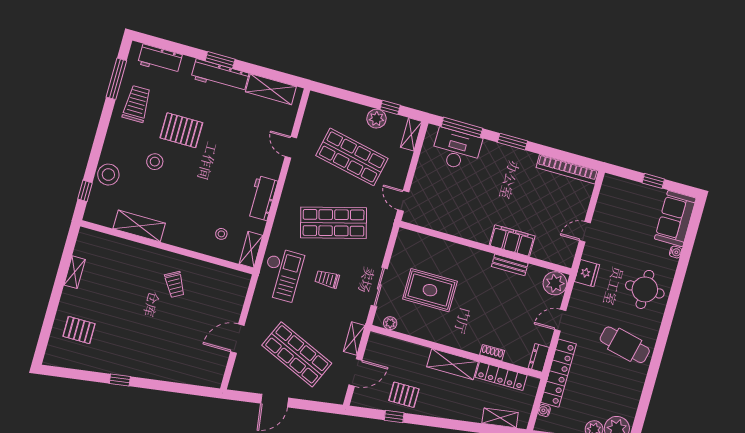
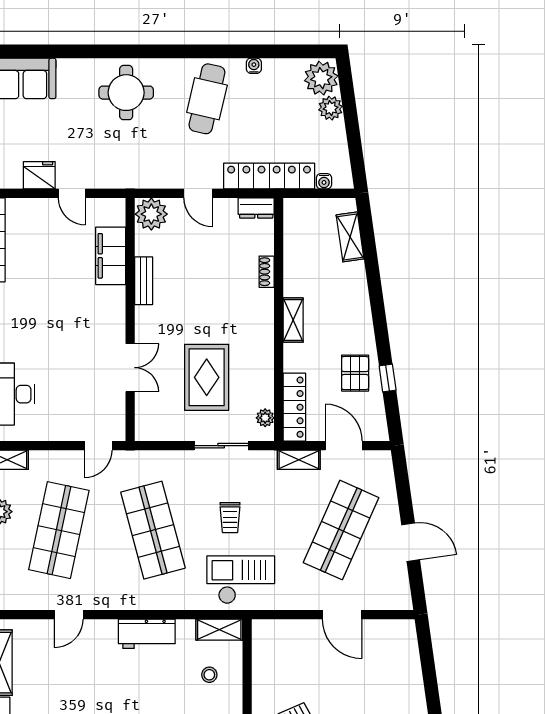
double door: (452, 238) -> (130, 368), added
filing cabinet: (512, 241) -> (111, 256), moved
water cooler: (675, 252) -> (254, 66), moved
fridge: (587, 273) -> (39, 175), moved
shelving: (452, 364) -> (293, 320), width x0.67, depth x0.75
locker: (501, 376) -> (294, 407), moved

